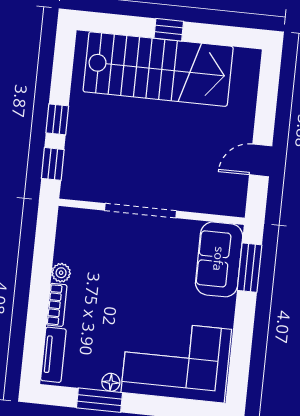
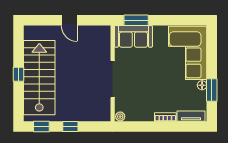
door: (261, 160) -> (69, 20), moved
window: (53, 164) -> (41, 126), moved
plant: (61, 273) -> (120, 116), moved

